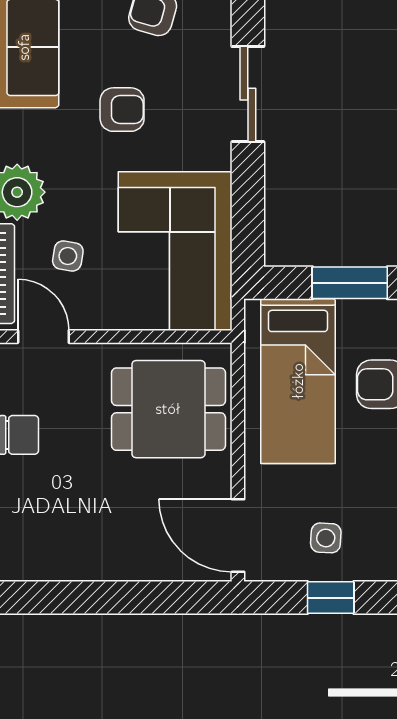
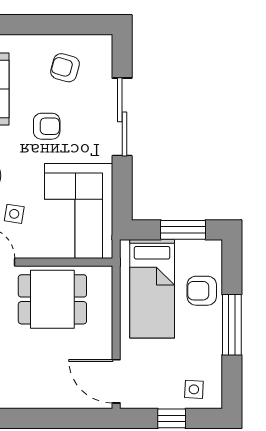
sliding door: (248, 94) -> (122, 117), width x1.37
dining table: (168, 409) -> (52, 299), moved
side table: (326, 538) -> (194, 389), moved

